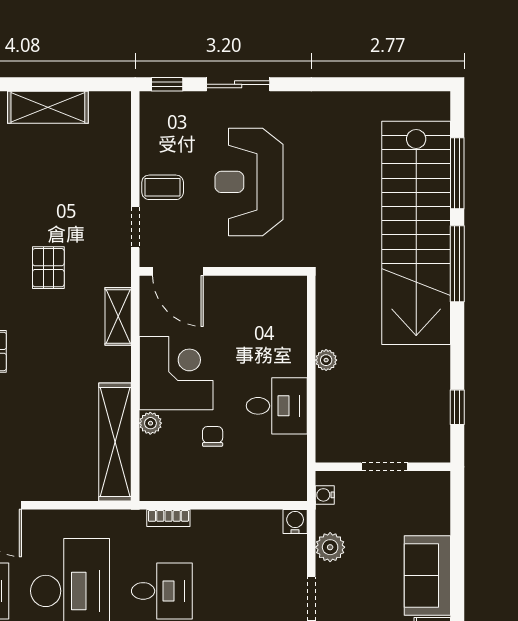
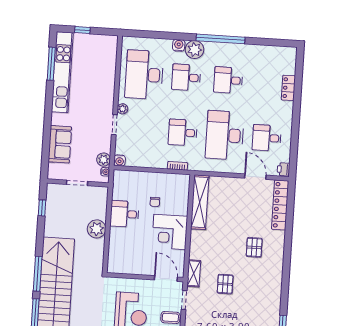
shelving: (118, 316) -> (194, 273), moved
plant: (326, 360) -> (97, 229), width x1.87, depth x1.87
plant: (150, 423) -> (183, 210), removed
plant: (330, 547) -> (104, 160), moved
sofa: (427, 575) -> (60, 144), moved

